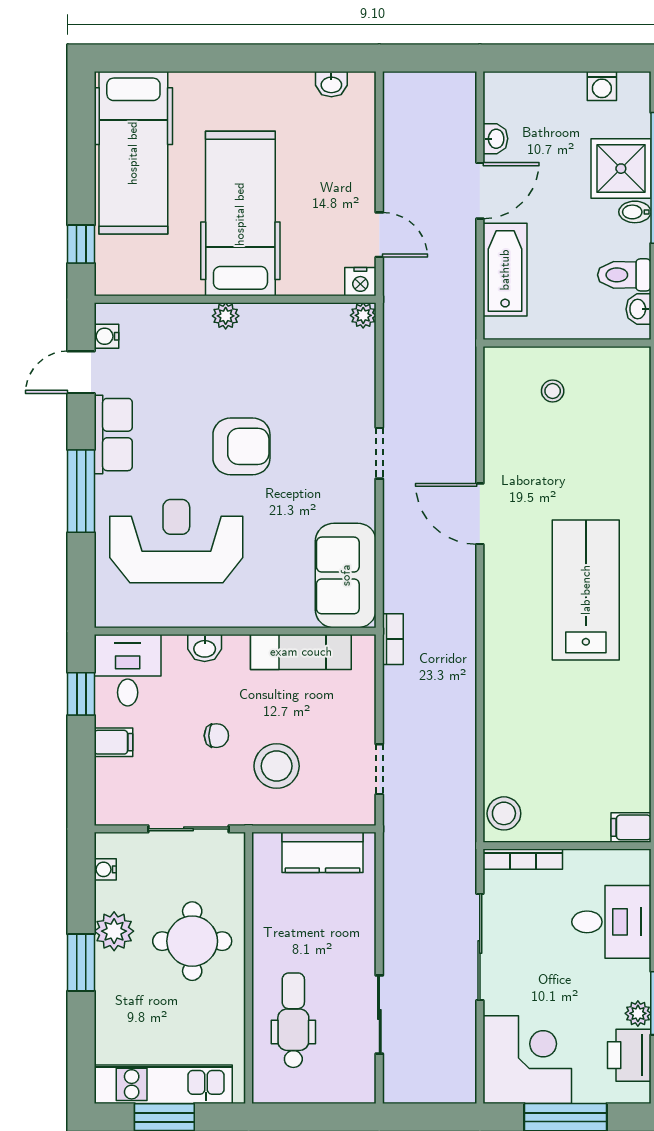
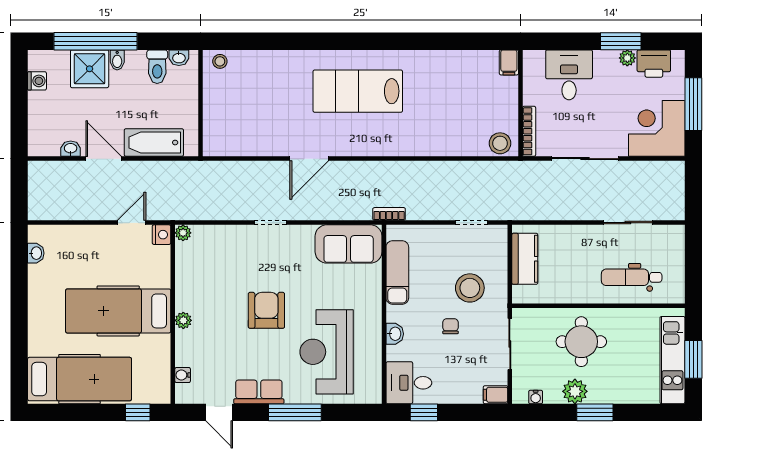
water cooler: (107, 336) -> (183, 375), moved, turned 90
stool: (553, 391) -> (220, 61), moved
filing cabinet: (114, 742) -> (496, 395), moved, turned -90

